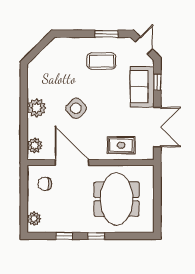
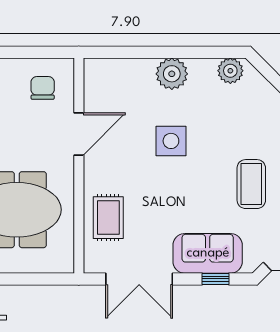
side table: (76, 108) -> (171, 141), turned 45
plant: (35, 145) -> (230, 71), moved
door: (72, 163) -> (79, 134), width x0.73

